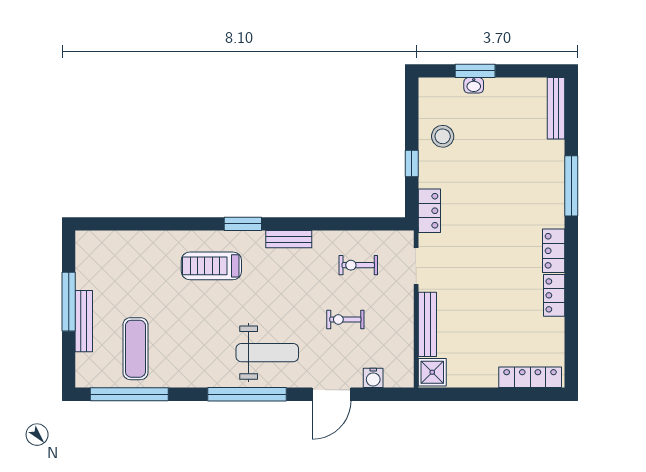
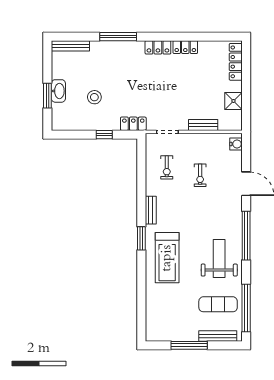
washbasin: (474, 85) -> (58, 91), width x1.91, depth x1.45
stool: (443, 136) -> (94, 97), moved
treadmill: (211, 266) -> (167, 258), width x1.37, depth x1.38
bench: (84, 321) -> (218, 336), moved
bench: (427, 324) -> (203, 125), width x0.73
weight bench: (267, 353) -> (219, 259), moved
shower: (432, 372) -> (233, 101), moved
water cooler: (373, 378) -> (236, 144), moved

